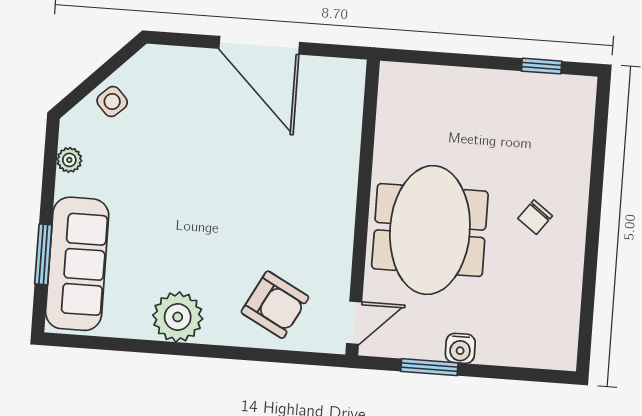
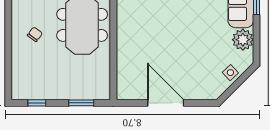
window: (444, 59) -> (81, 103), added
plant: (69, 160) -> (243, 40), width x1.87, depth x1.87

